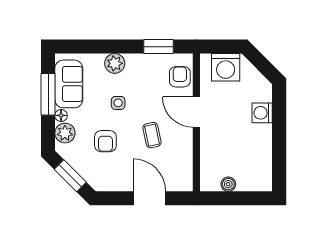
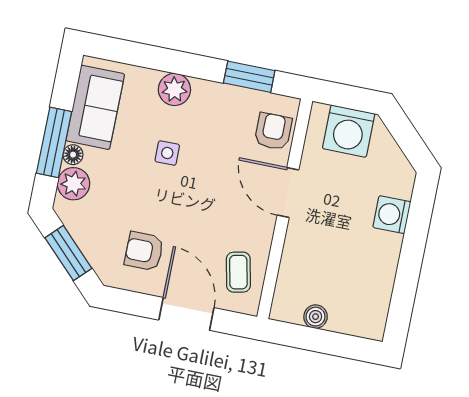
window: (48, 94) -> (54, 142), moved
coffee table: (152, 135) -> (238, 272), moved
armchair: (105, 141) -> (144, 251), moved, turned 90

